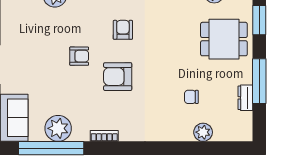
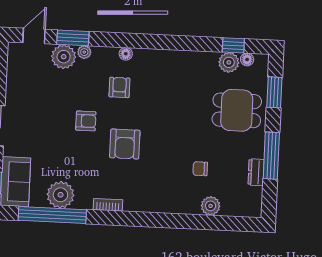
armchair: (123, 30) -> (119, 87), moved
armchair: (118, 77) -> (125, 144), turned -90

